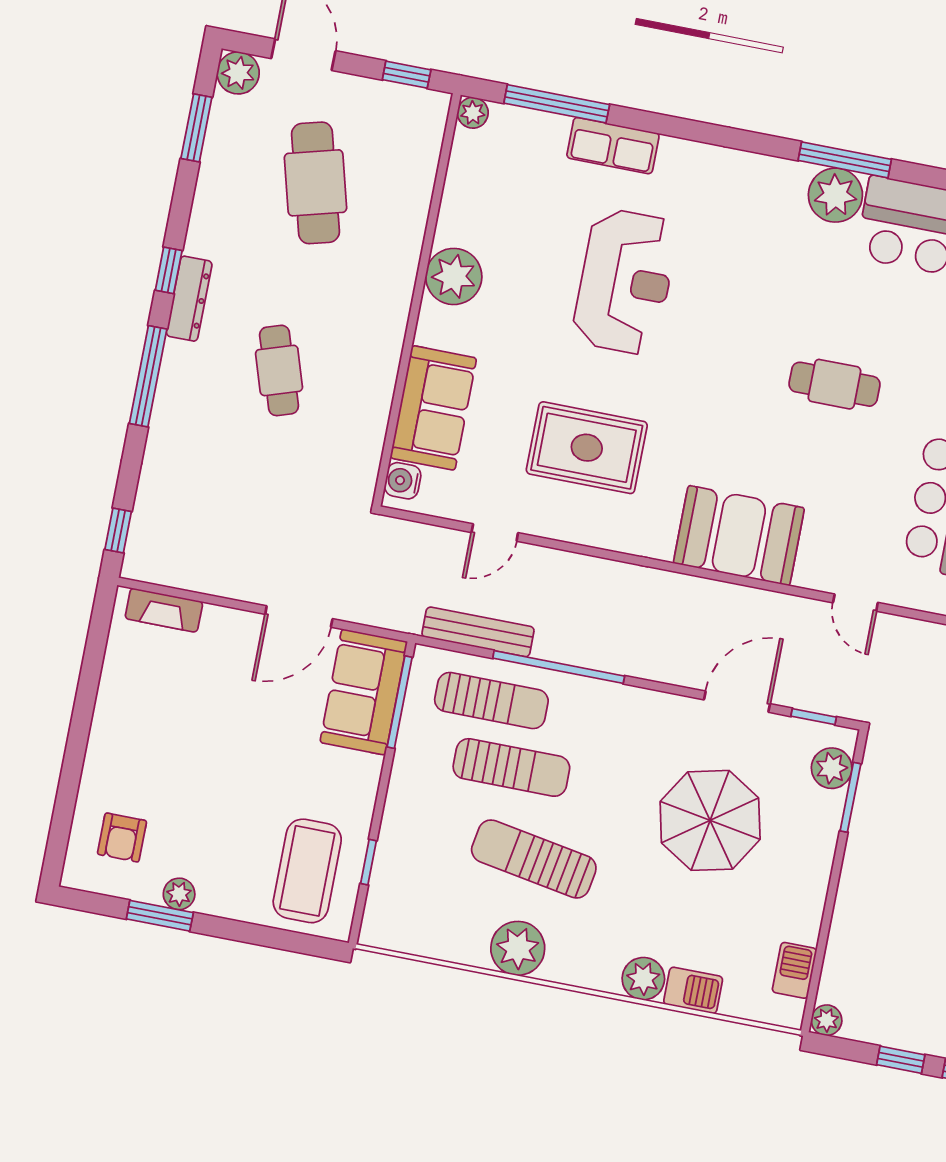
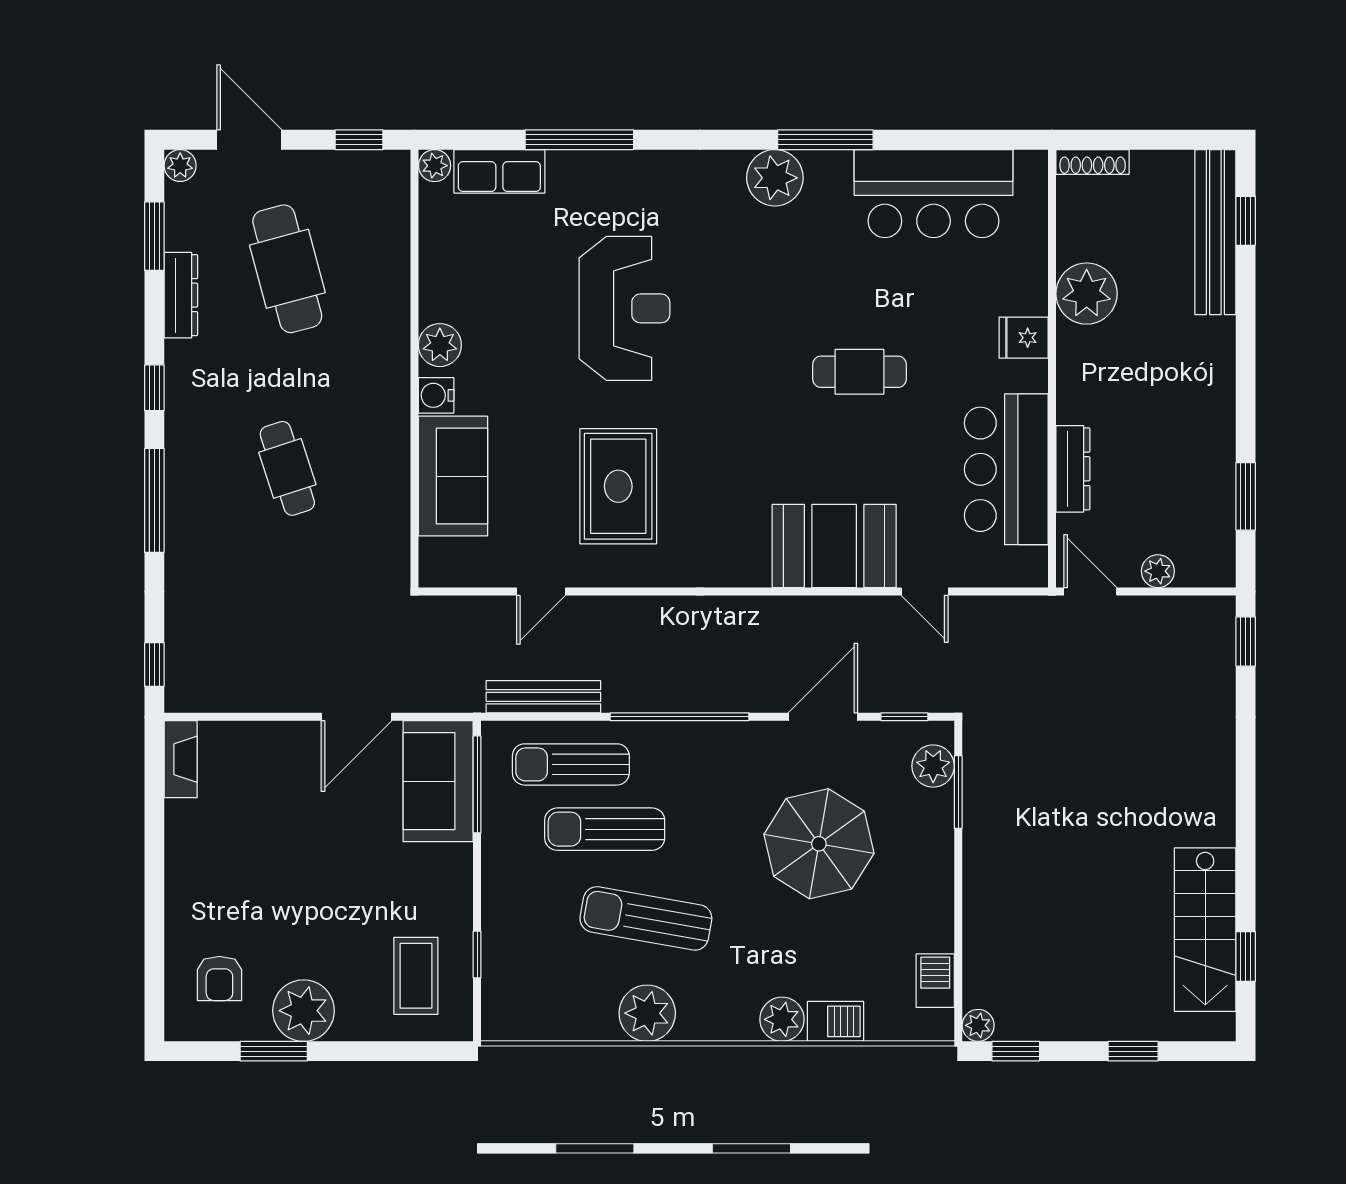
plant: (238, 73) -> (180, 166), width x0.73, depth x0.73
window: (557, 104) -> (579, 140), moved
row of seats: (613, 146) -> (499, 171), moved
plant: (835, 195) -> (775, 178), moved
plant: (454, 276) -> (440, 345), width x0.73, depth x0.73
dresser: (189, 299) -> (181, 295), moved
rug: (587, 448) -> (618, 486), turned 90
water cooler: (403, 481) -> (436, 395), moved
booth: (739, 536) -> (834, 546), moved
fireplace: (164, 610) -> (181, 759), moved, turned -90
window: (559, 667) -> (680, 717), moved
sun lounger: (491, 700) -> (571, 764), turned 180
sun lounger: (511, 767) -> (605, 829), turned 180
coffee table: (307, 871) -> (416, 976), width x0.73, depth x0.76
plant: (179, 894) -> (304, 1011), width x1.87, depth x1.87
window: (901, 1060) -> (1016, 1051), moved

